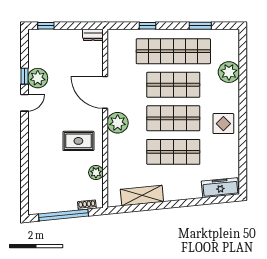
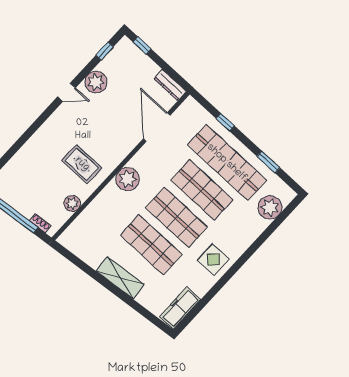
dresser: (93, 35) -> (170, 85), width x1.44
plant: (229, 72) -> (270, 207), moved
window: (25, 76) -> (105, 51), moved
door: (105, 92) -> (157, 127), moved
freezer: (220, 188) -> (180, 308), moved, turned -84
shelving: (142, 195) -> (120, 278), moved

